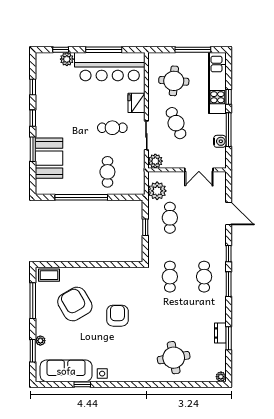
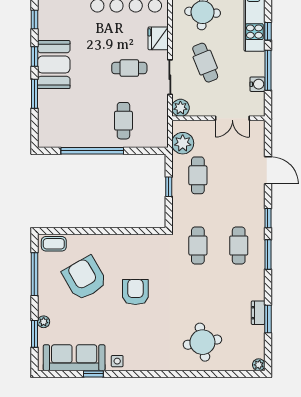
booth: (49, 158) -> (54, 65), moved

